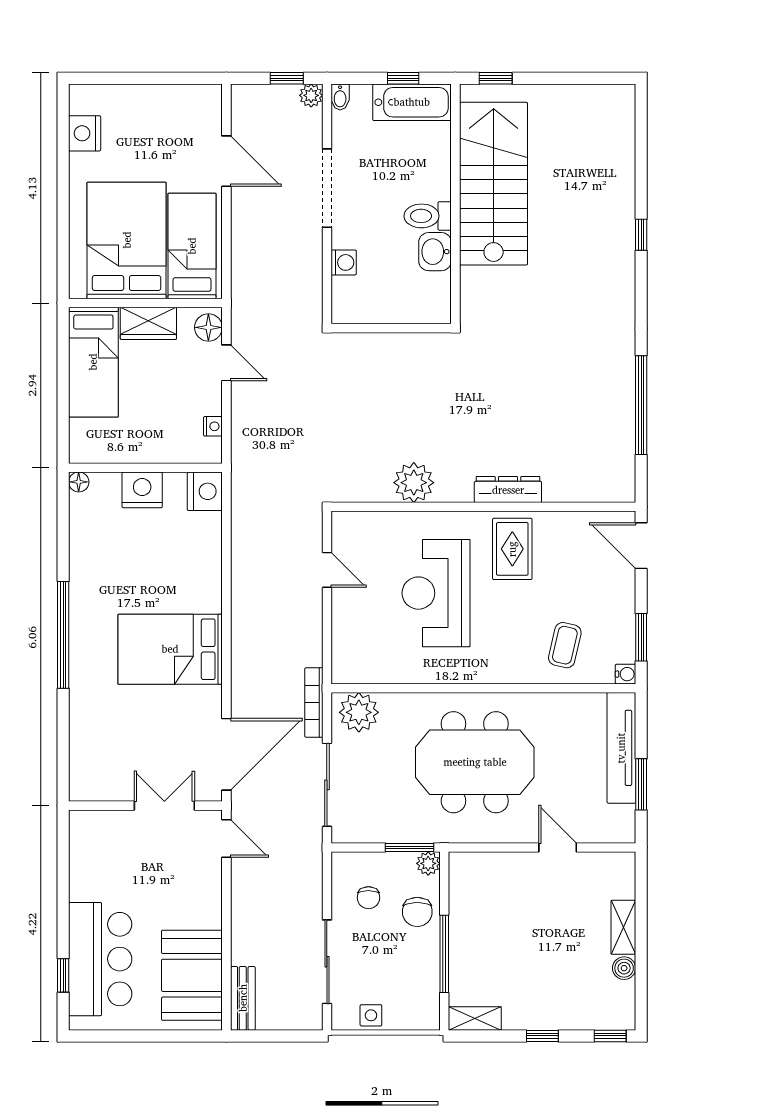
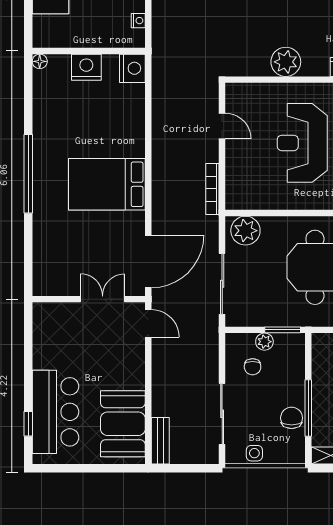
bookcase: (314, 702) -> (212, 189), moved
plant: (428, 863) -> (264, 342), moved
chair: (417, 912) -> (292, 418), moved, turned 180

